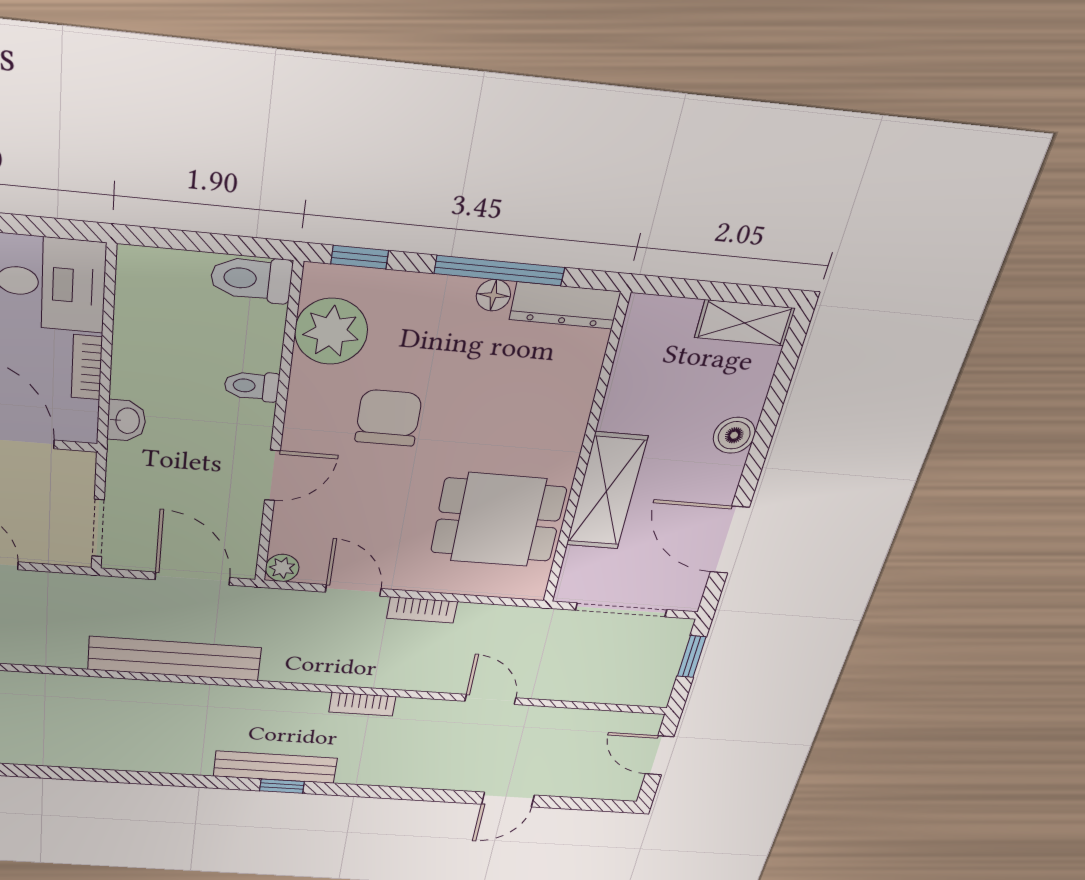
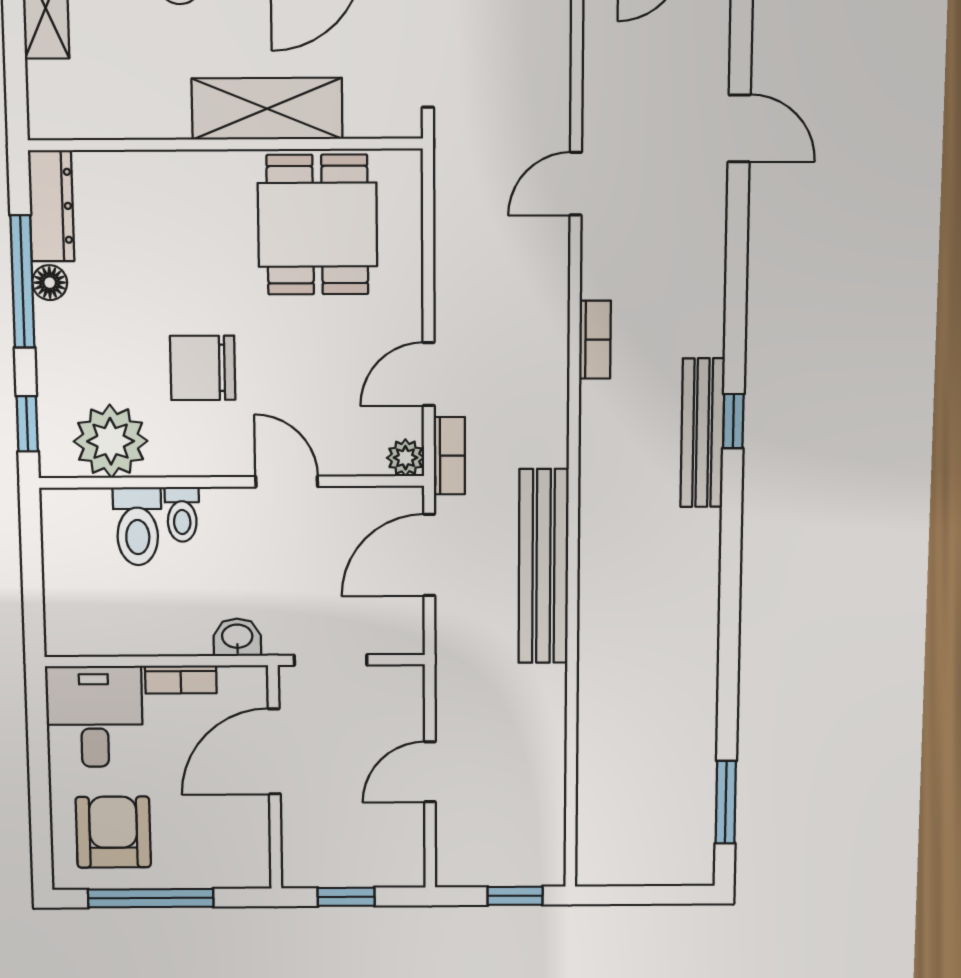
toilet: (251, 279) -> (137, 526), moved
doorway: (98, 528) -> (331, 660), moved
bookcase: (422, 610) -> (449, 456), moved

